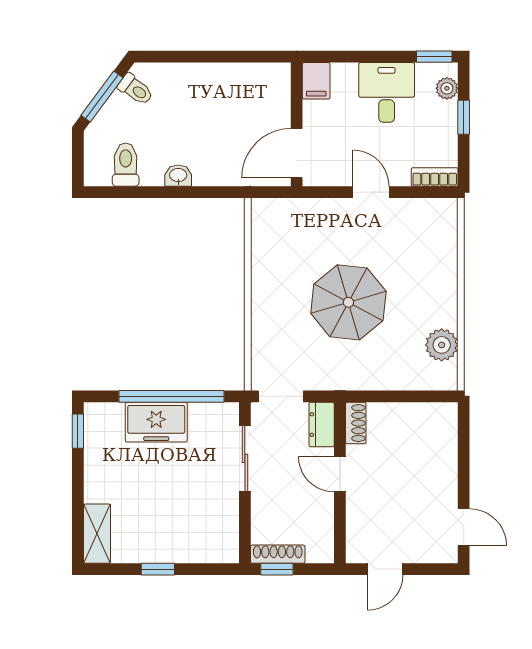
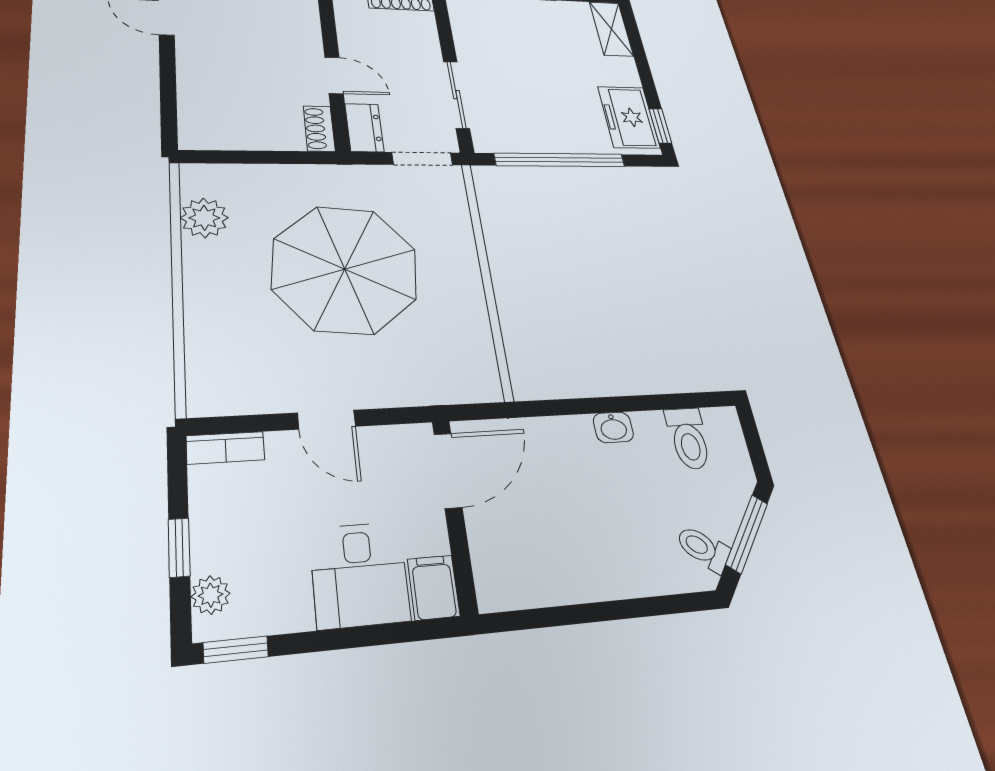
desk: (387, 92) -> (359, 574), moved
parasol: (348, 302) -> (345, 269), width x1.36, depth x1.36
freezer: (156, 422) -> (629, 117), moved, turned -90

